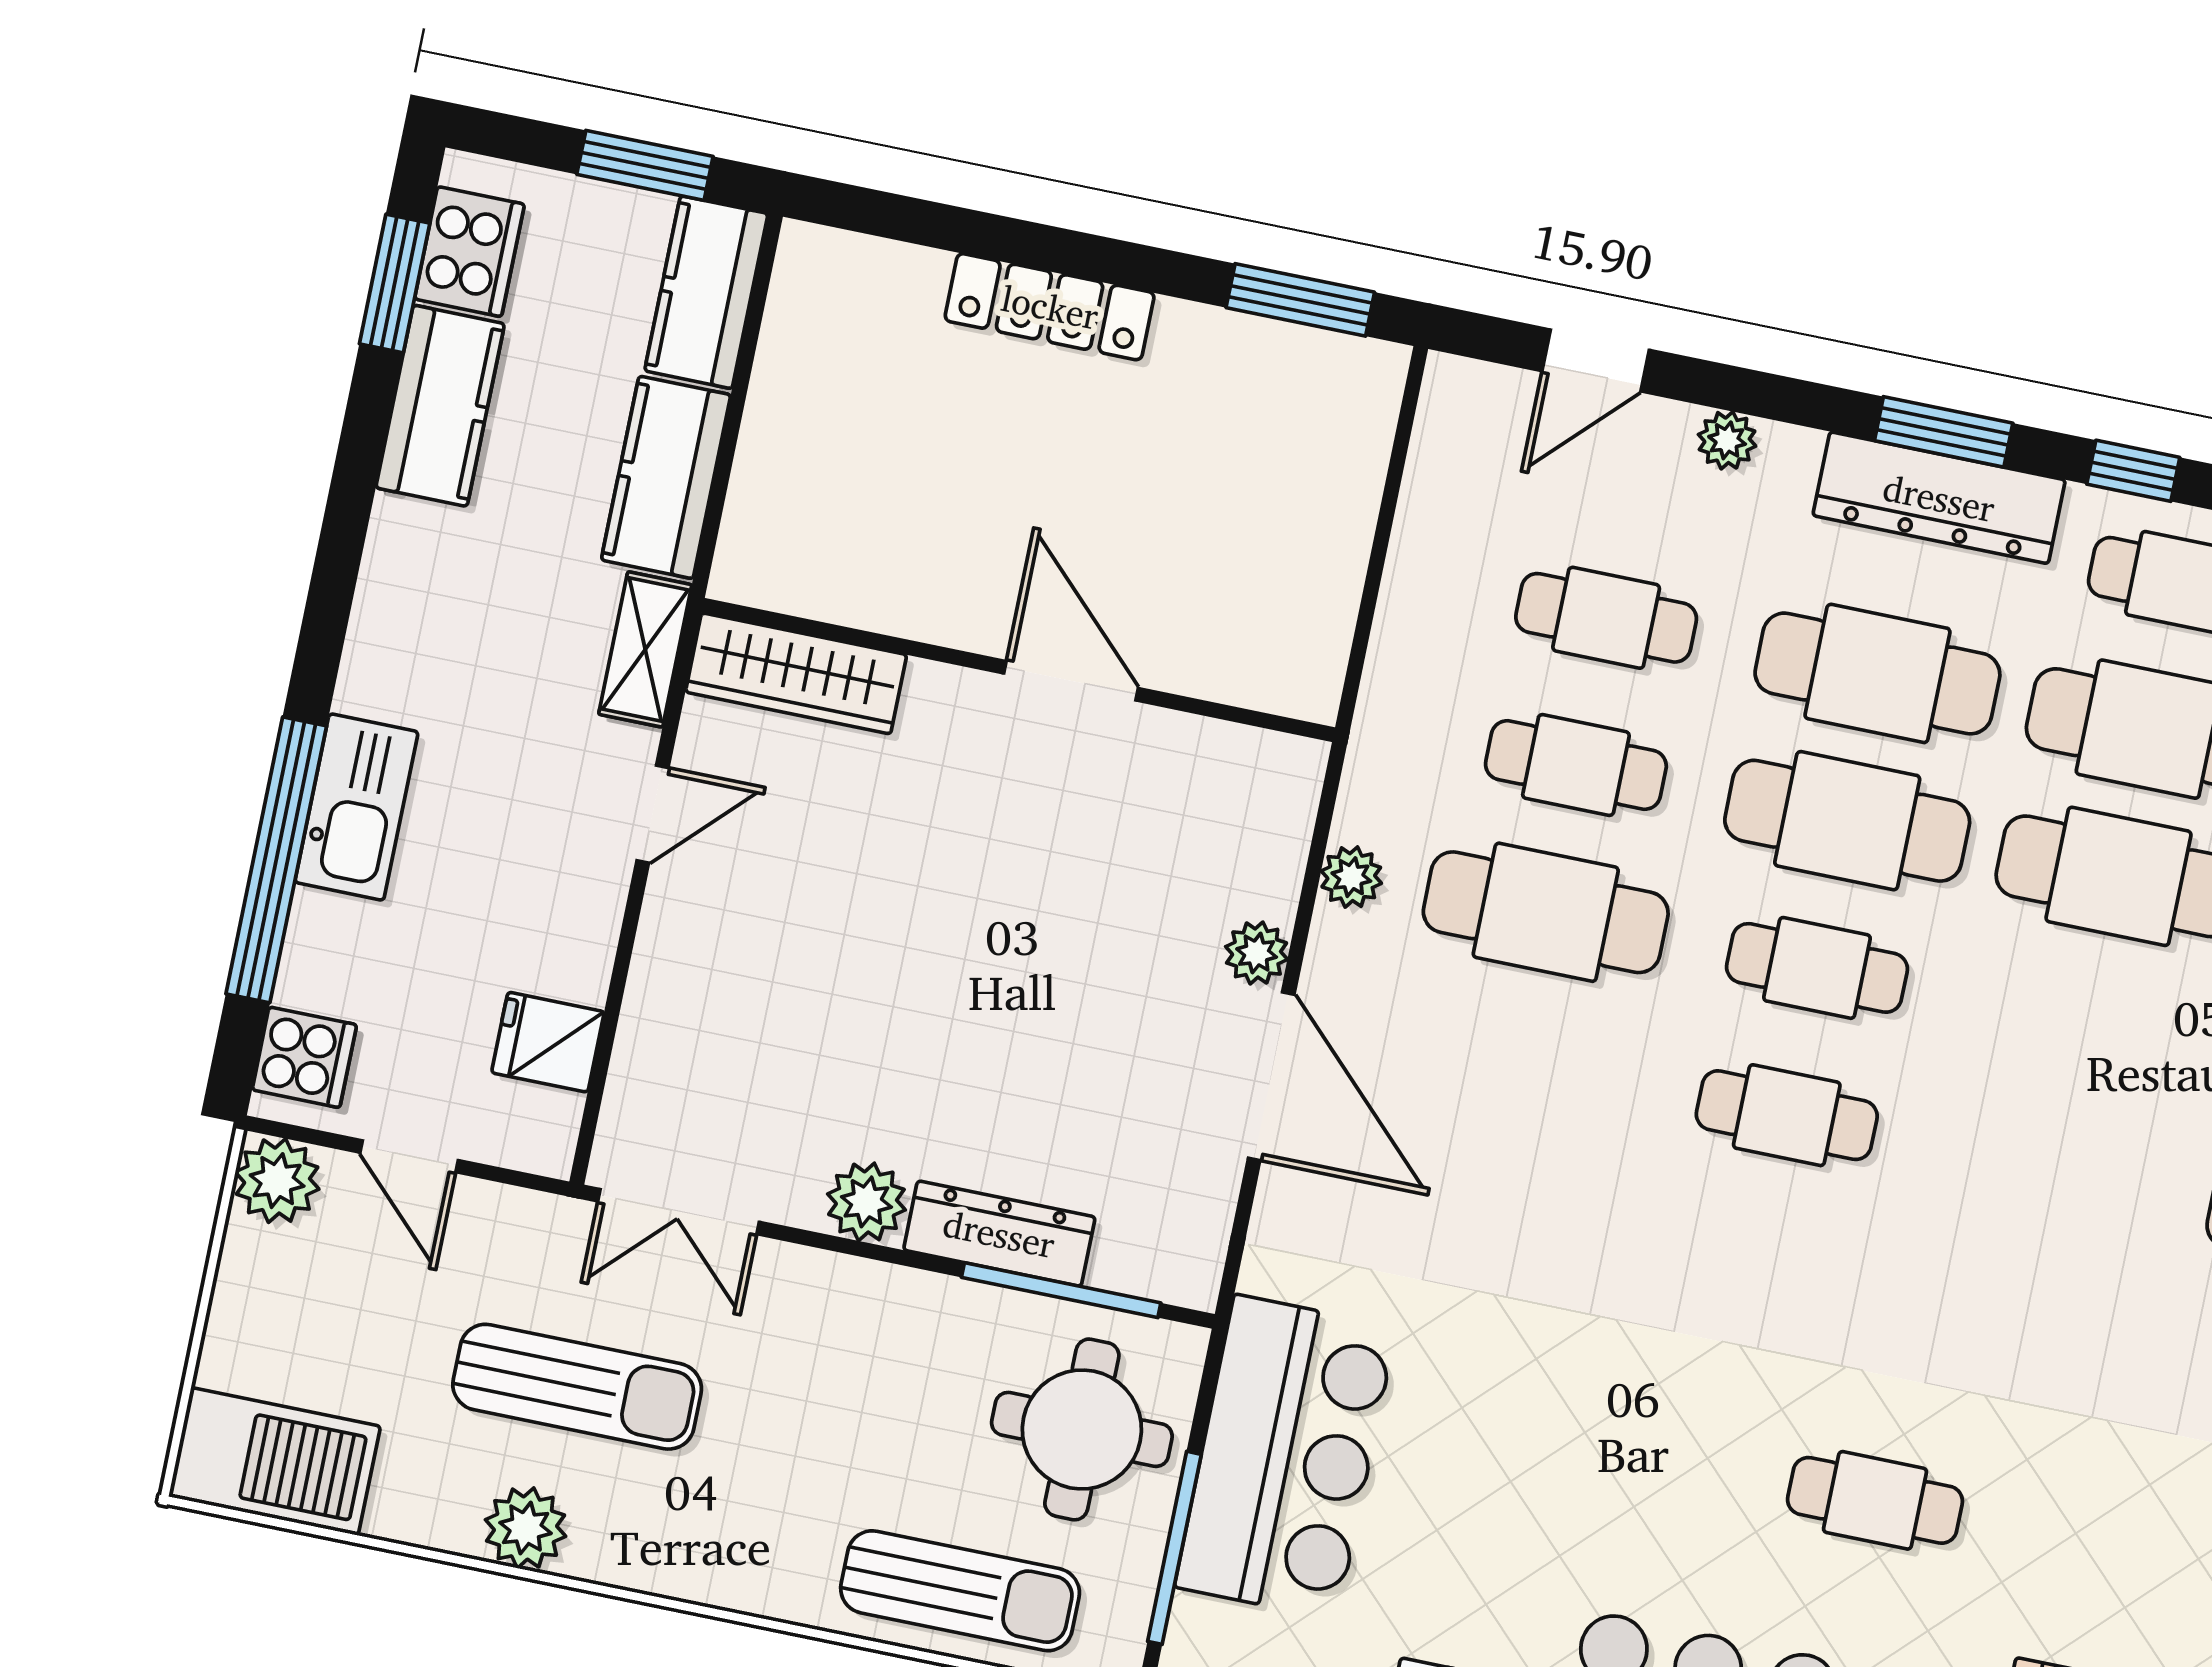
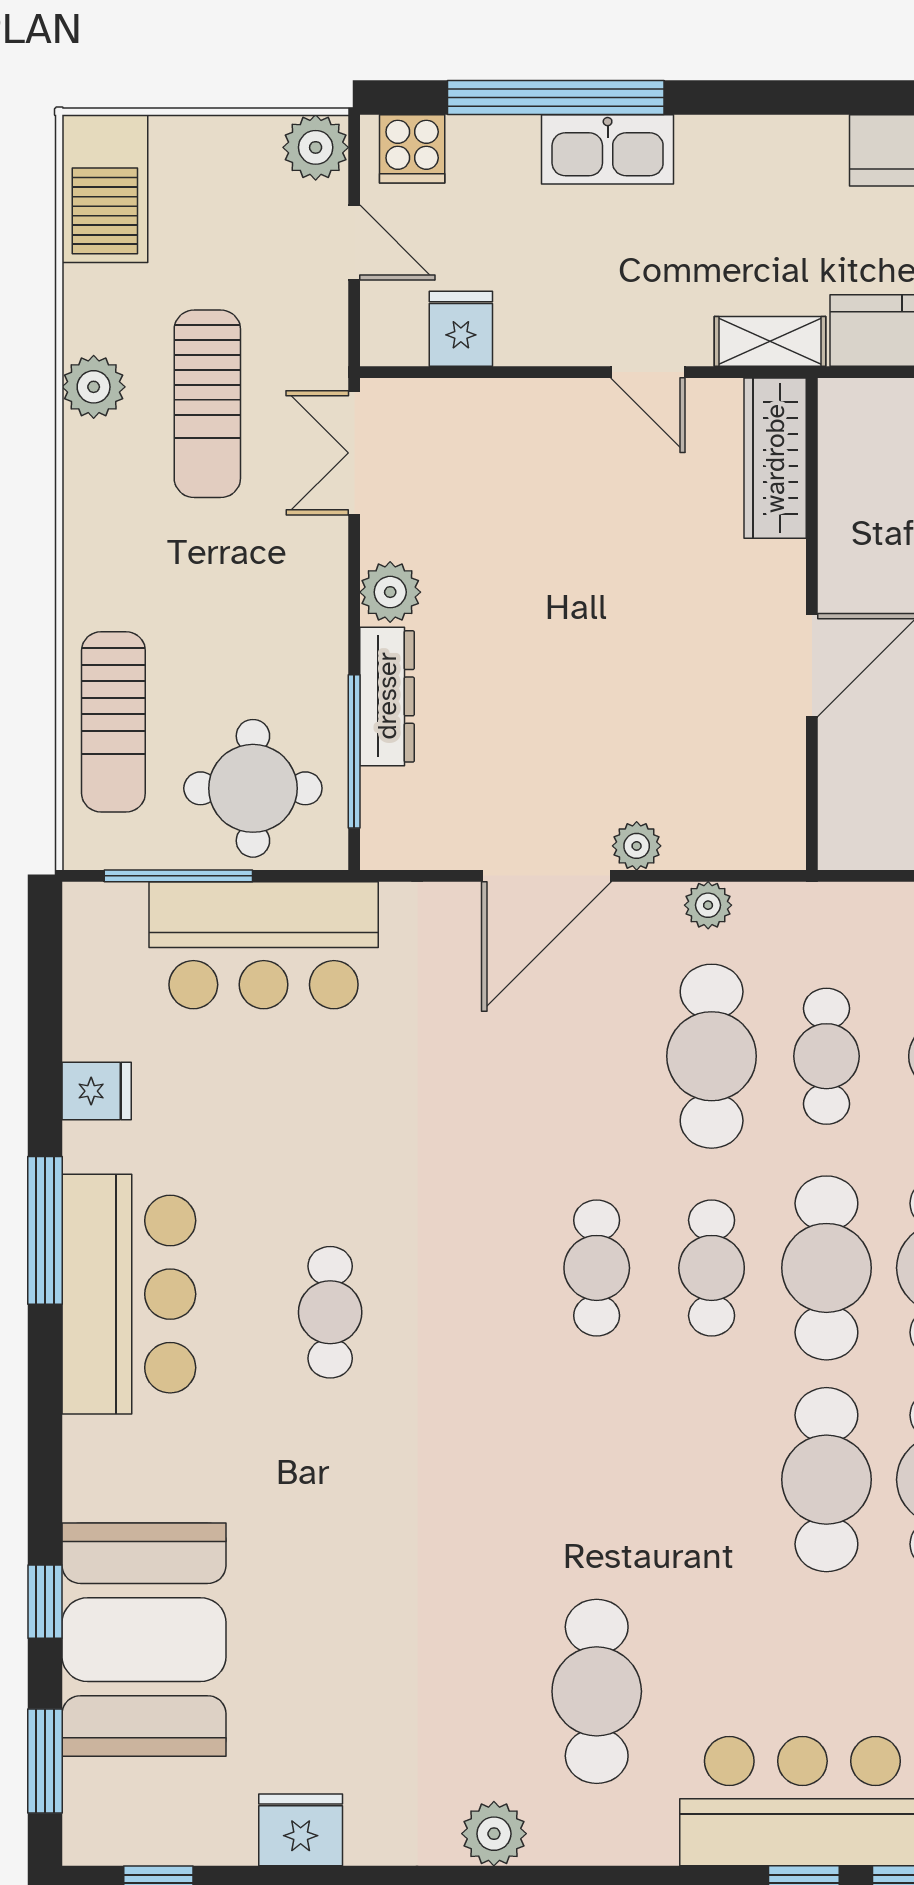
door: (409, 1156) -> (354, 243), swing flipped
cafe table: (1875, 1500) -> (330, 1312), moved

